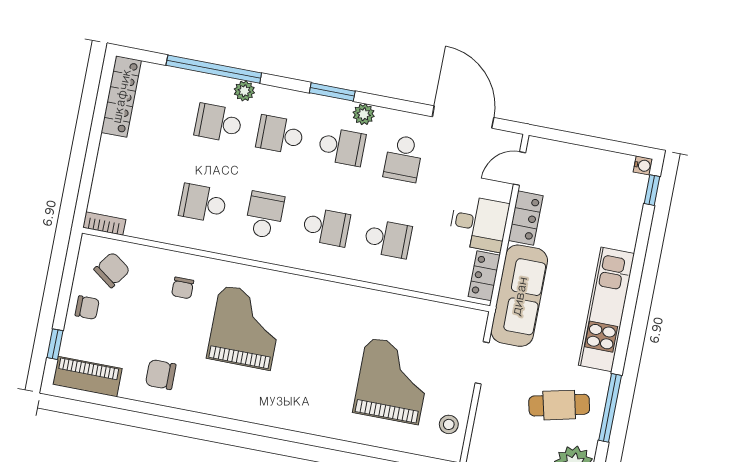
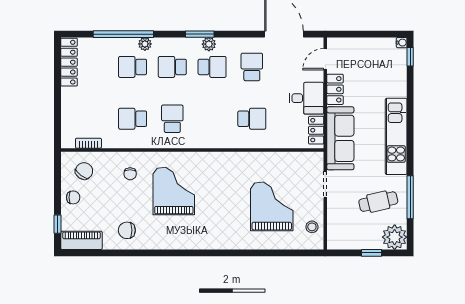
plant: (364, 114) -> (209, 44), moved
school desk: (403, 159) -> (252, 67), turned 180
bookcase: (104, 224) -> (88, 143), moved
school desk: (326, 227) -> (212, 119), removed

